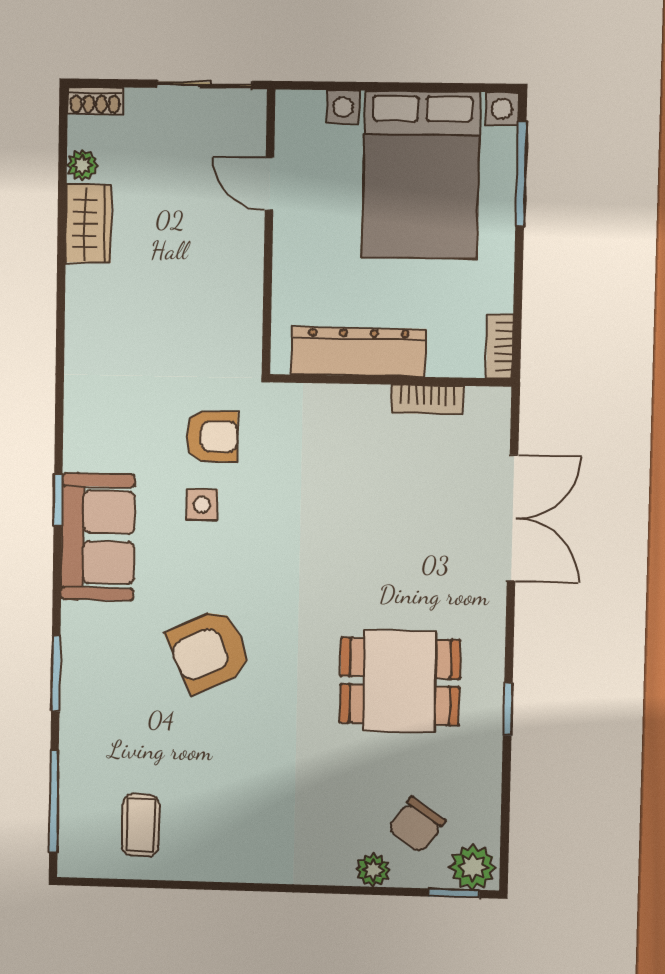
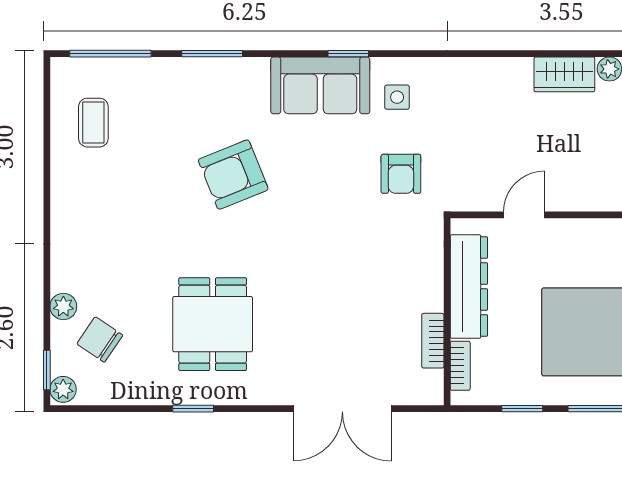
door: (269, 184) -> (524, 215), moved
window: (518, 285) -> (522, 409), added
bookcase: (500, 346) -> (460, 366), moved, turned 90
side table: (202, 505) -> (397, 97), moved
armchair: (209, 650) -> (233, 175), turned -87
coffee table: (141, 825) -> (93, 123), turned 90
plant: (473, 867) -> (63, 389), width x0.73, depth x0.73

